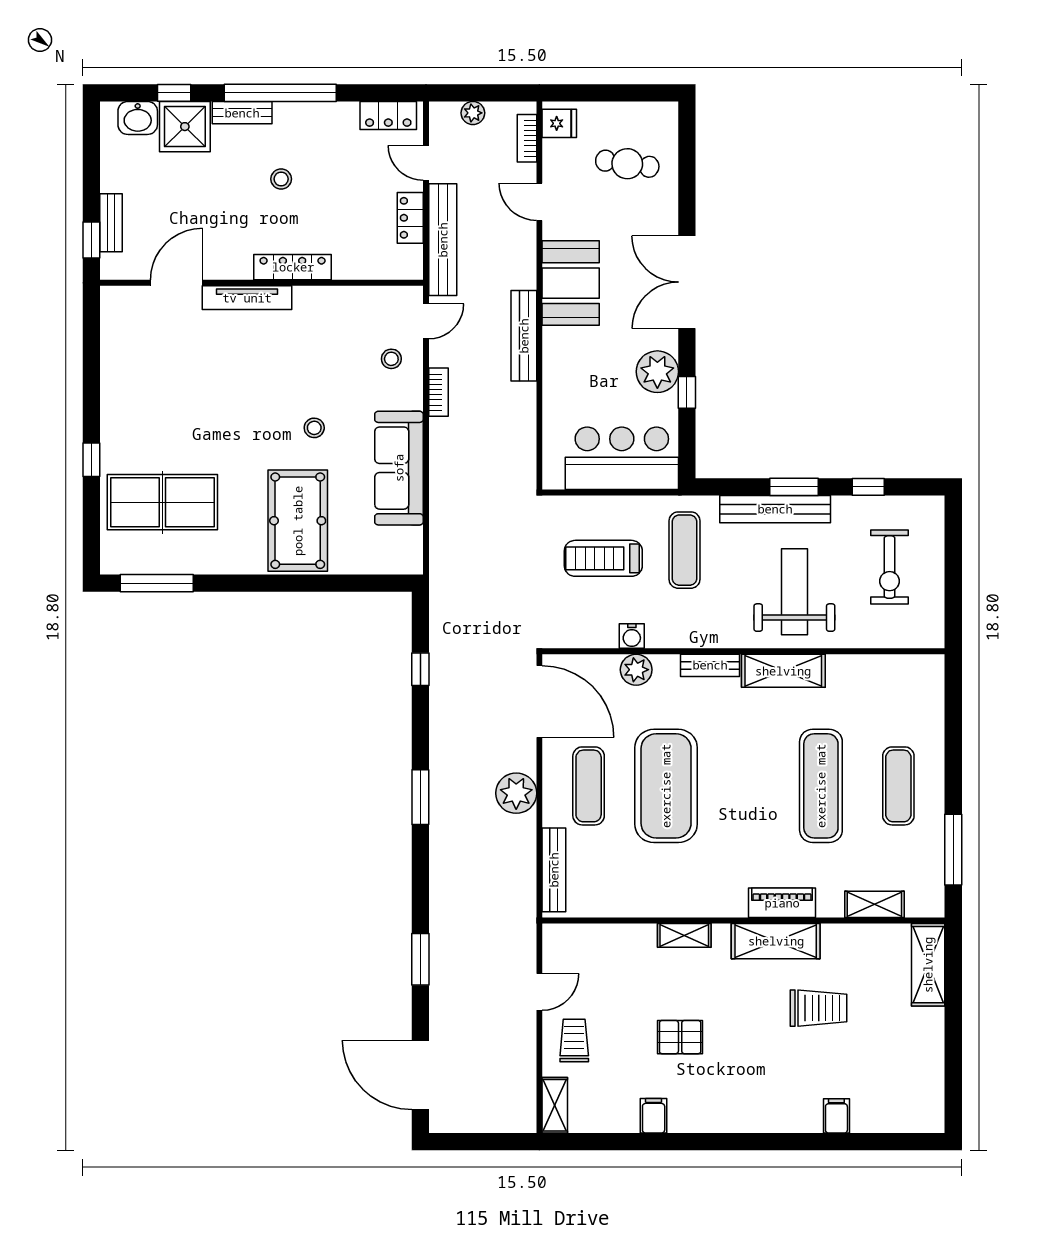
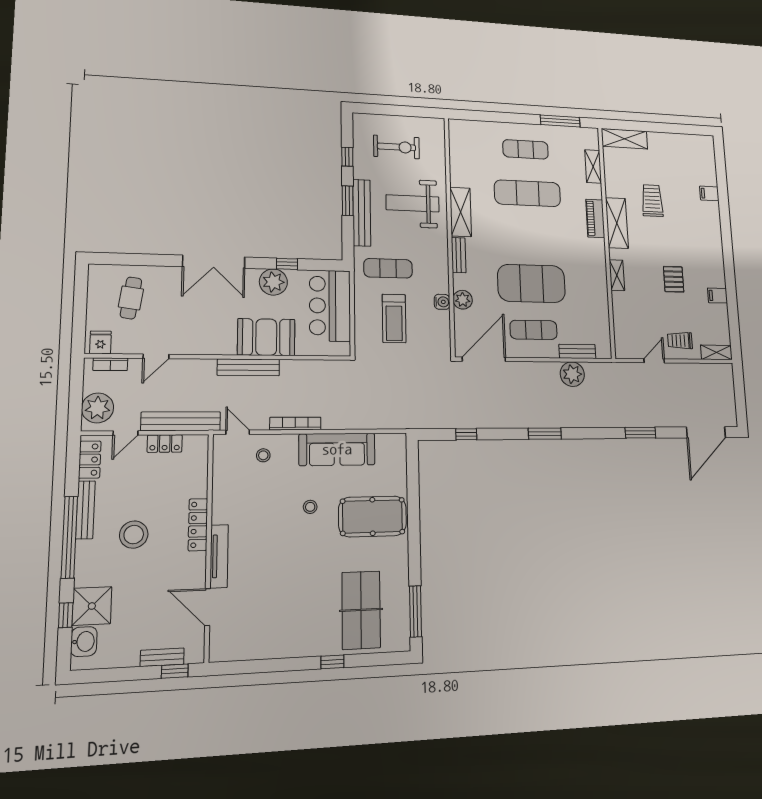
bench: (242, 113) -> (85, 510), moved, width x1.36
plant: (473, 113) -> (98, 408), width x1.88, depth x1.88
stool: (281, 179) -> (134, 535), width x1.89, depth x1.89
booth: (571, 283) -> (266, 337), moved
bookcase: (439, 392) -> (295, 424), width x1.56
plant: (516, 793) -> (572, 374), moved
bench: (554, 870) -> (577, 351), width x0.73
door: (539, 992) -> (654, 361), hinge flipped

